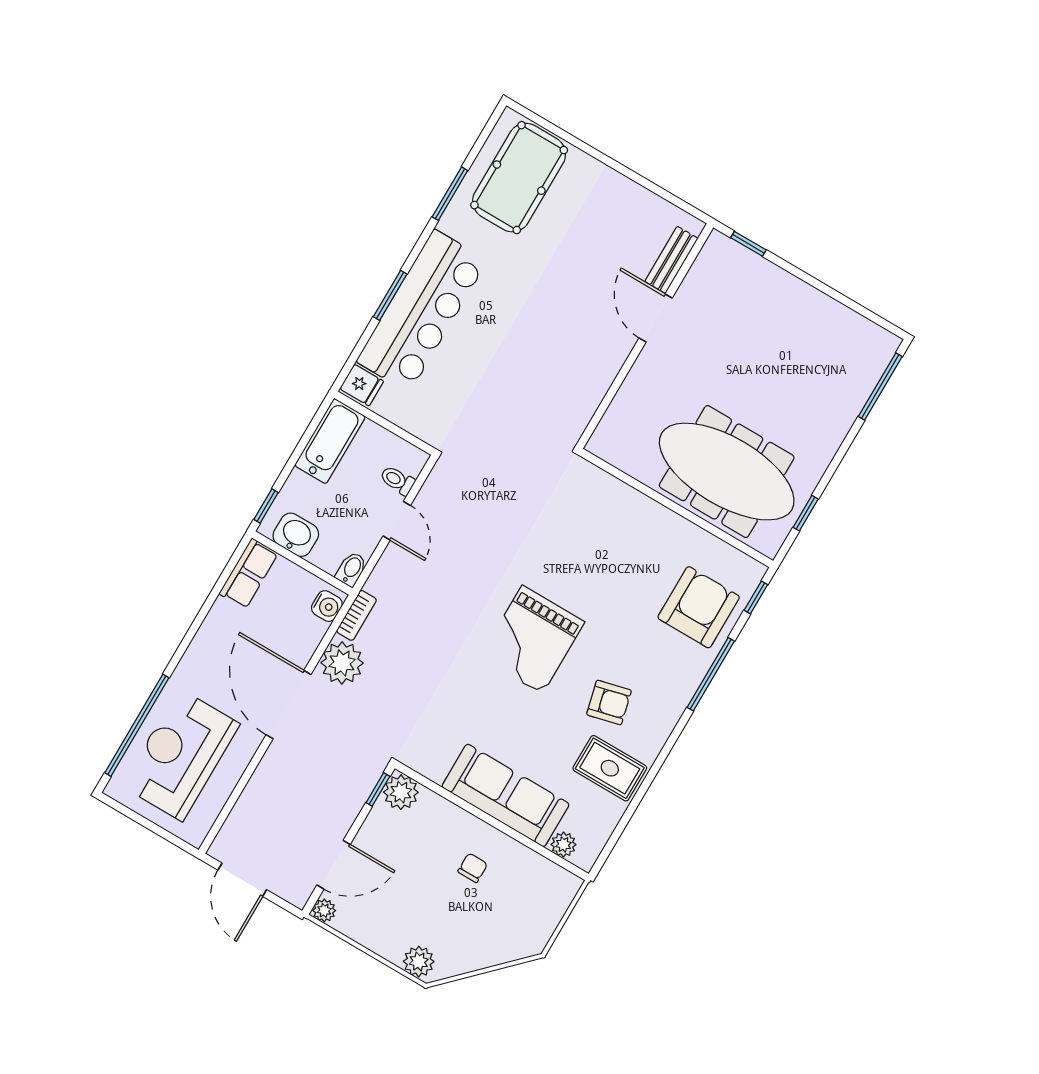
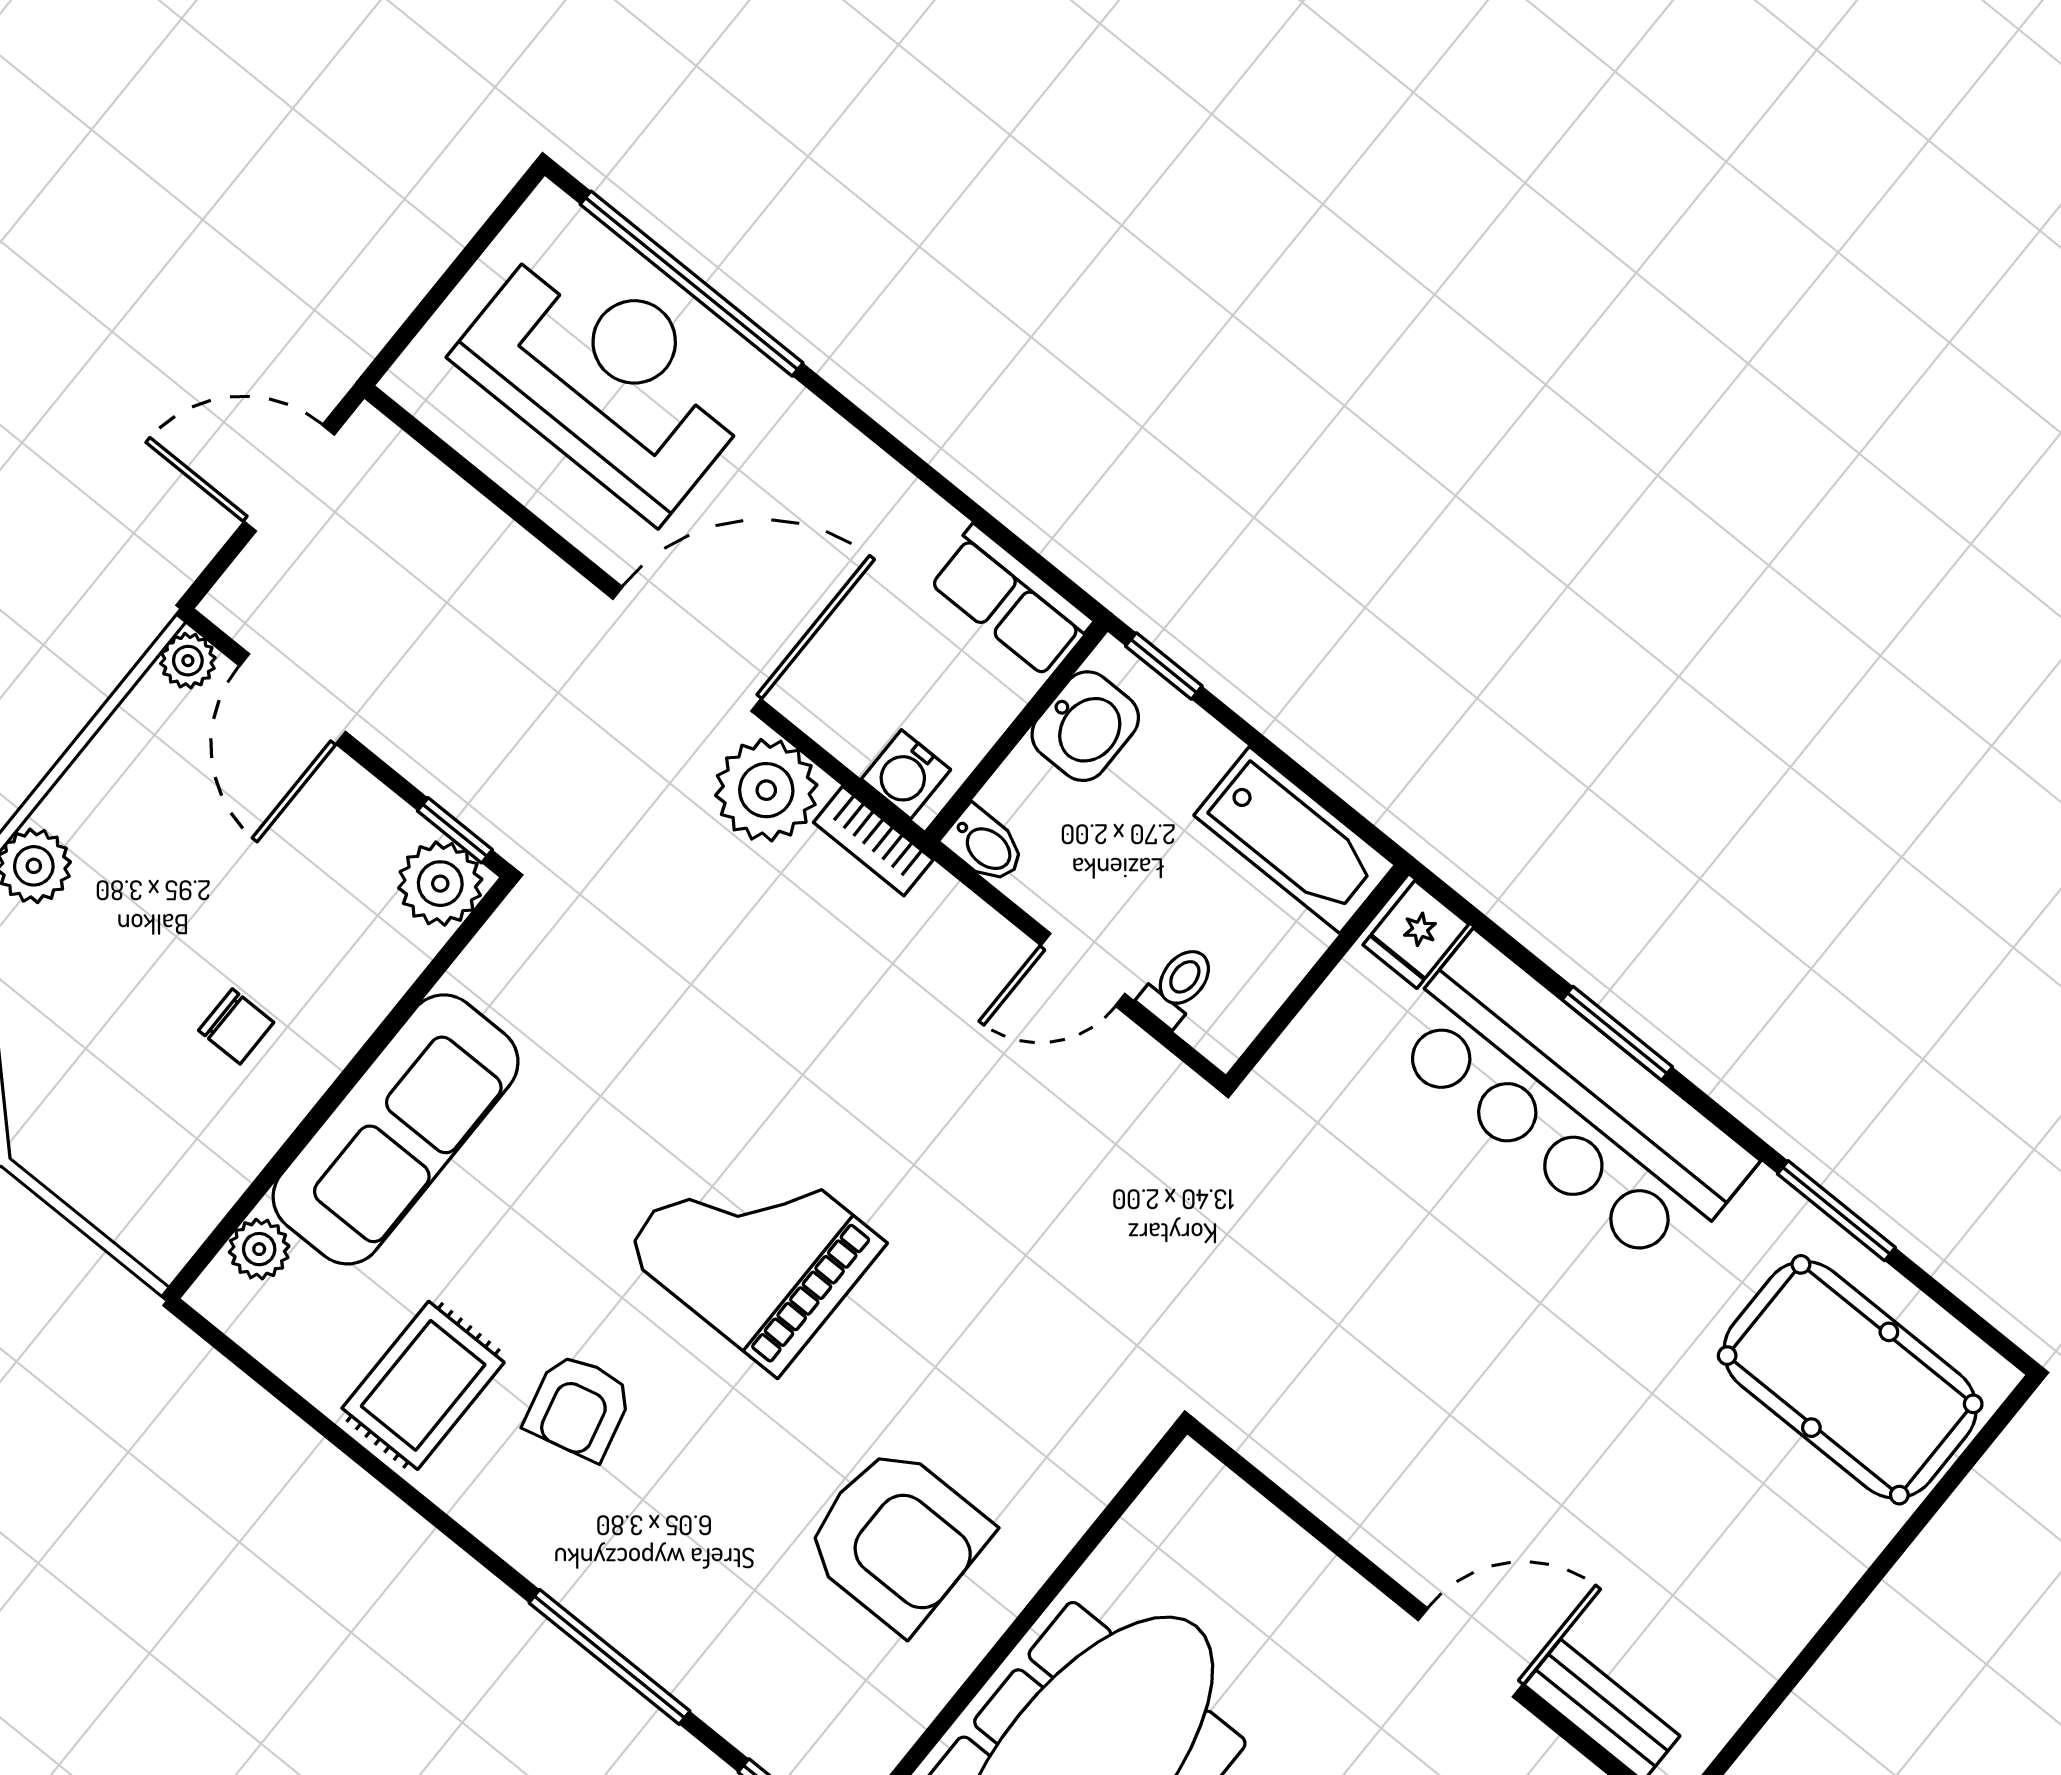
armchair: (699, 607) -> (897, 1539), moved

